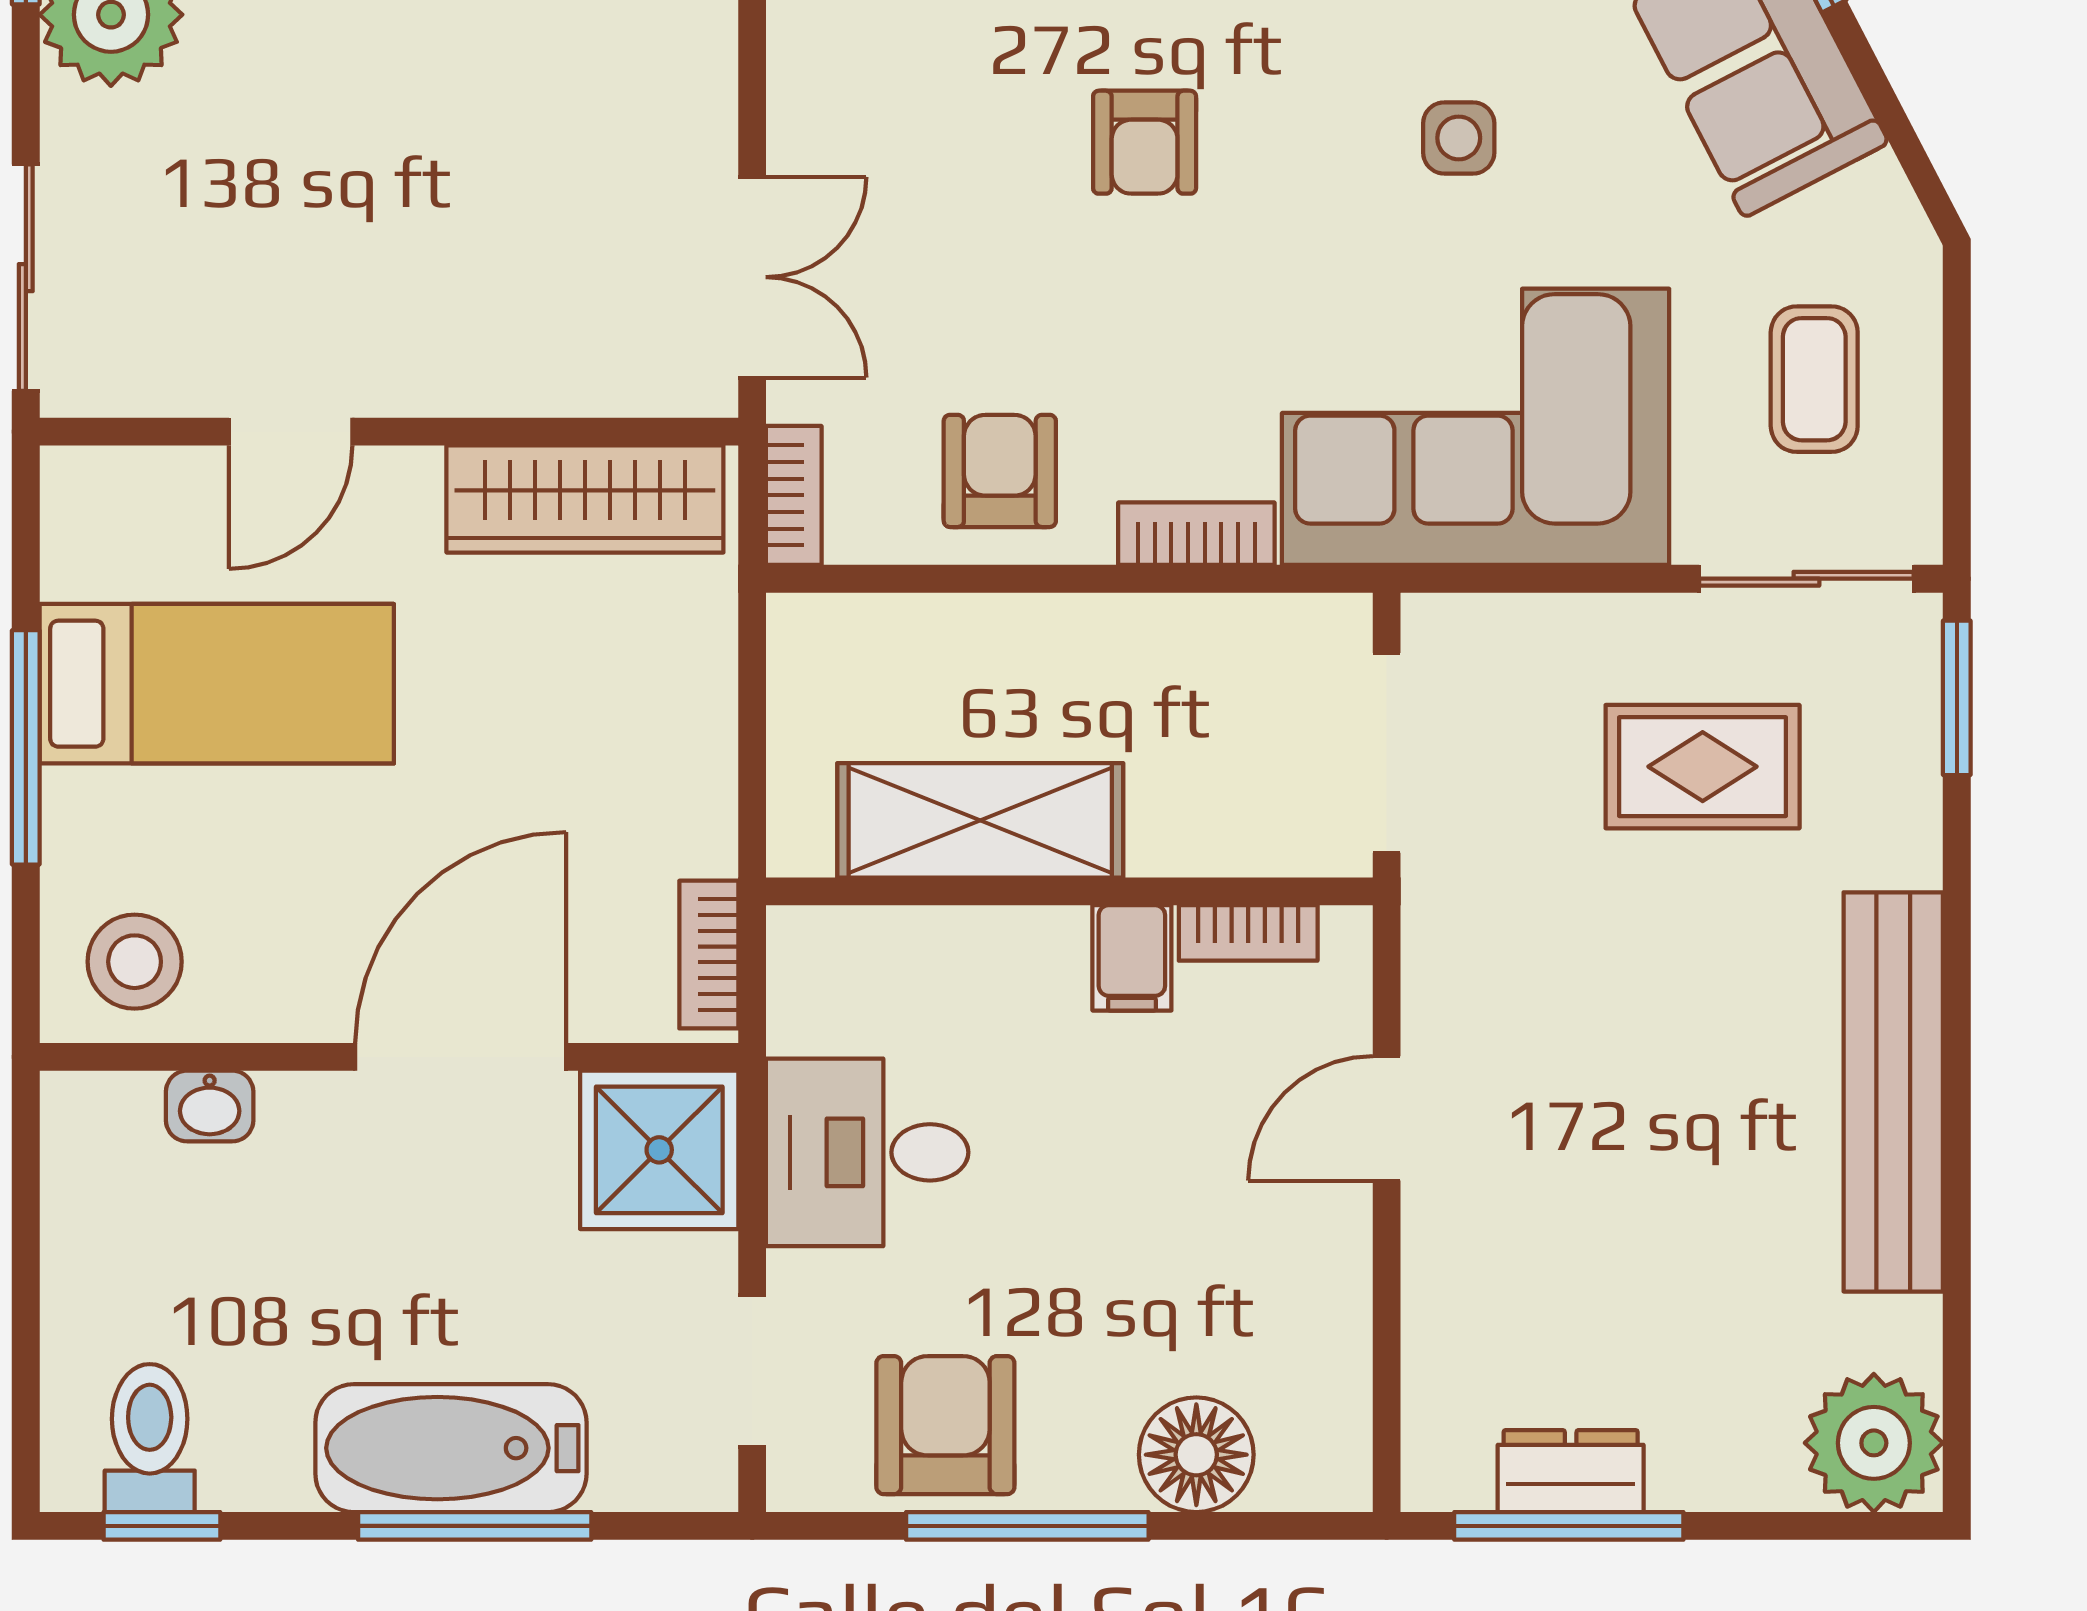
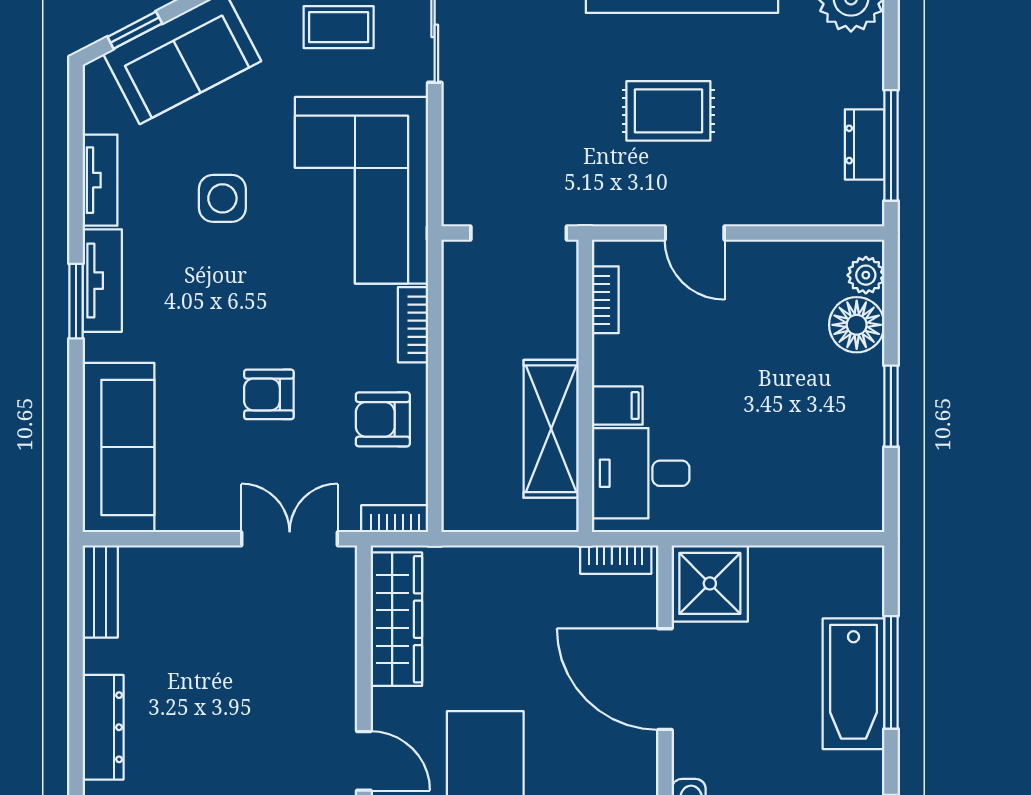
side table: (1459, 138) -> (222, 198), width x1.37, depth x1.37
armchair: (1145, 142) -> (269, 394), moved, turned 180
rug: (1703, 767) -> (668, 111), moved, turned 90
filing cabinet: (1132, 958) -> (617, 406), moved
desk: (867, 1152) -> (641, 473), moved, turned 90
doorway: (752, 1371) -> (816, 539), removed
armchair: (945, 1425) -> (842, 446), removed
plant: (1299, 1474) -> (866, 275), added
window: (1027, 1526) -> (891, 406), width x0.69

